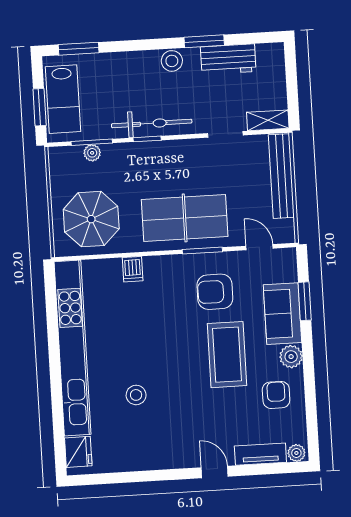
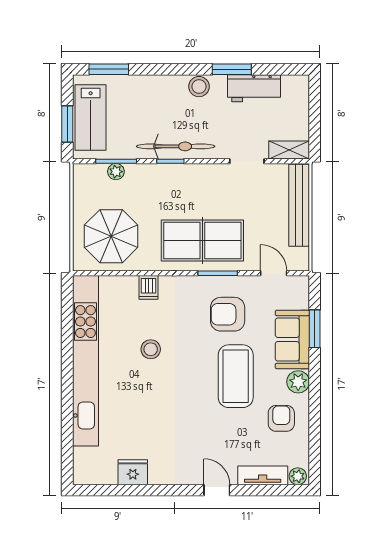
stool: (136, 395) -> (151, 349), moved
fridge: (78, 452) -> (133, 472), moved, turned -90

